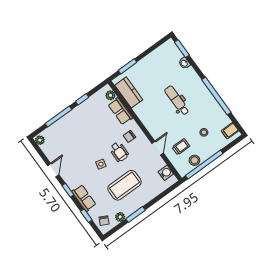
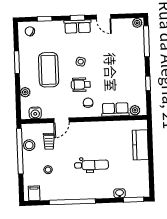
window: (127, 66) -> (150, 142), removed
kitchen counter: (129, 92) -> (140, 145), moved, turned 90
window: (58, 116) -> (147, 41), moved
door: (158, 148) -> (61, 120), hinge flipped
row of seats: (84, 198) -> (78, 26), moved
plant: (120, 217) -> (25, 92), moved

